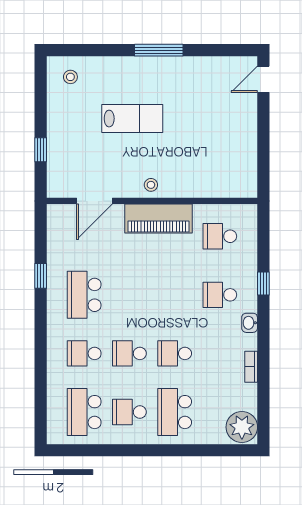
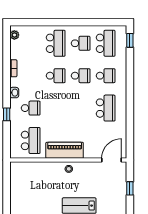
door: (94, 201) -> (112, 160), moved
school desk: (220, 236) -> (31, 140), width x1.85
window: (41, 276) -> (130, 40), moved
plant: (242, 427) -> (14, 35), width x0.53, depth x0.53

